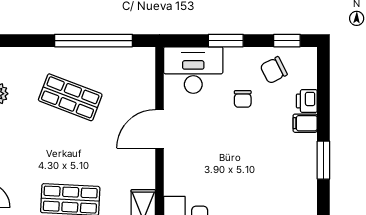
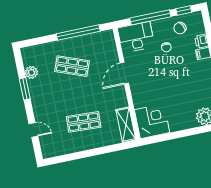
window: (226, 41) -> (150, 17), width x2.11

